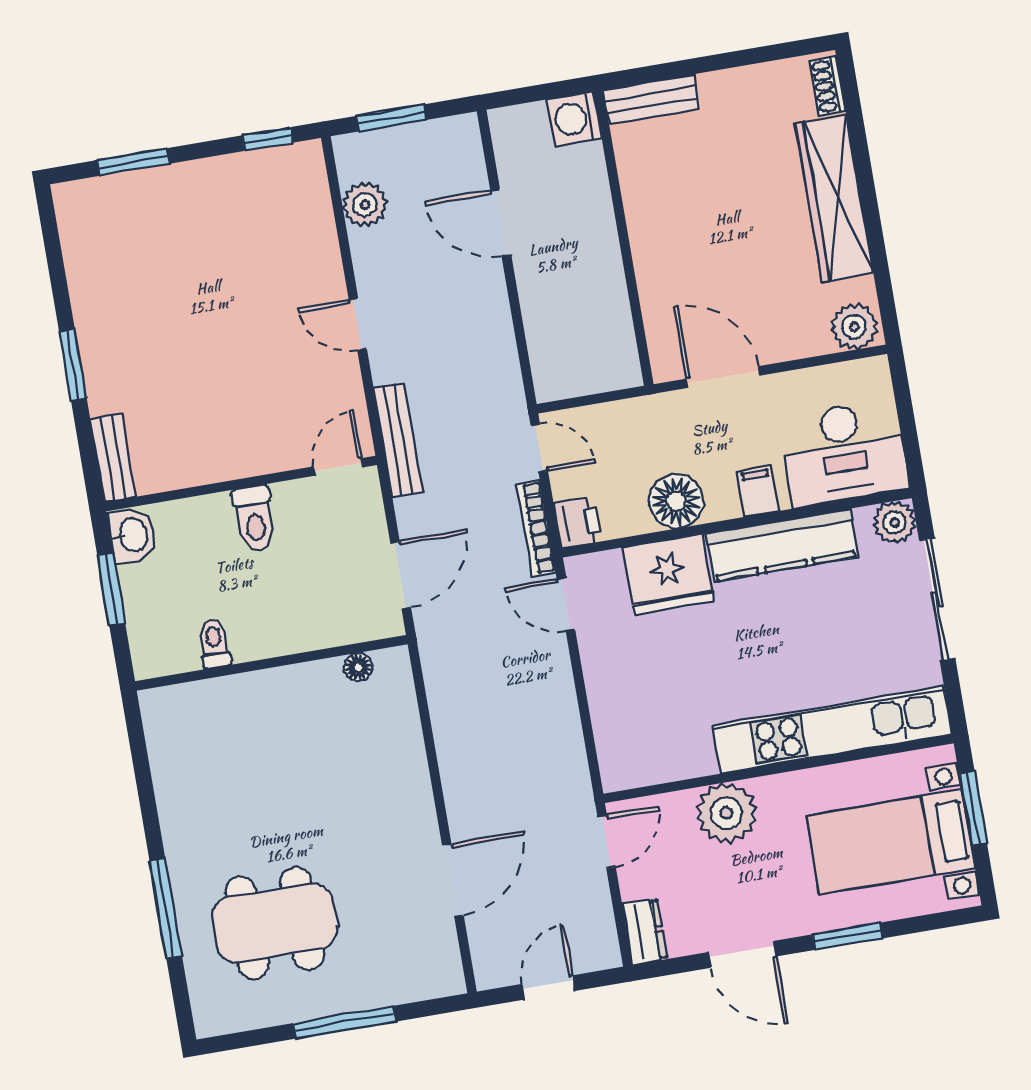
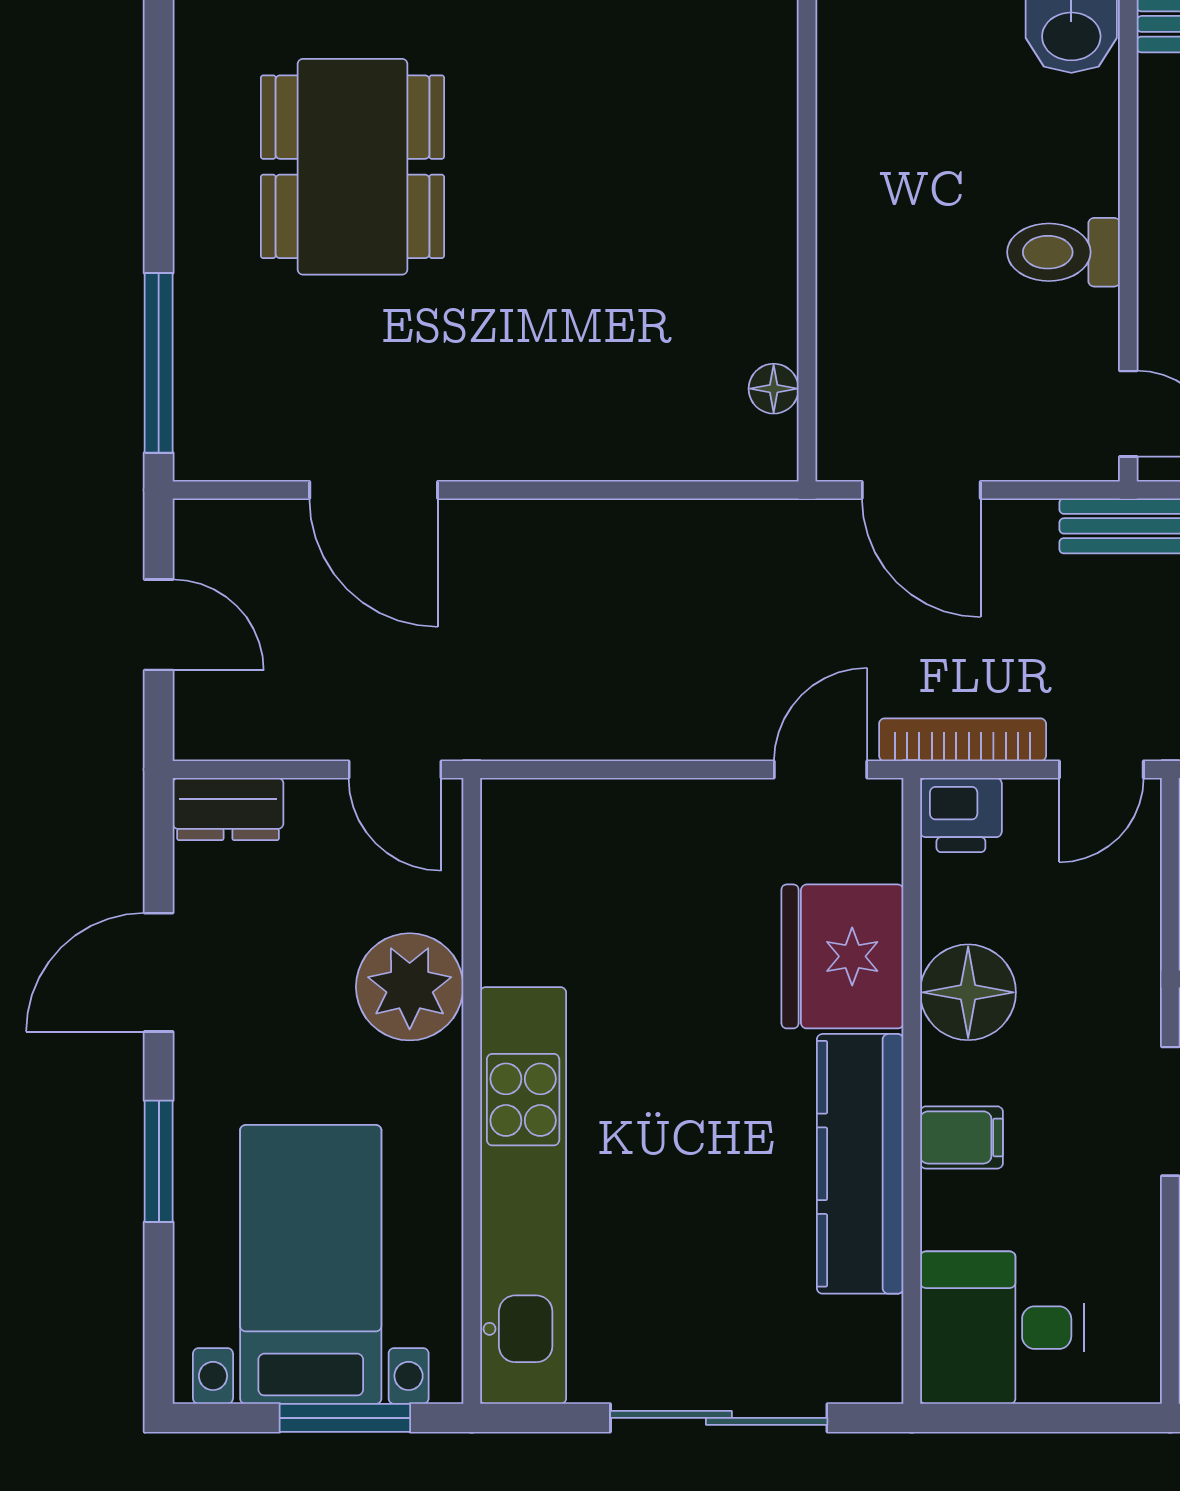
desk: (844, 453) -> (1002, 1328), width x0.73
plant: (895, 522) -> (866, 1366), removed
toilet: (214, 644) -> (857, 145), removed
window: (344, 1022) -> (159, 363), moved

